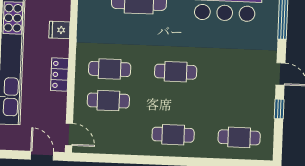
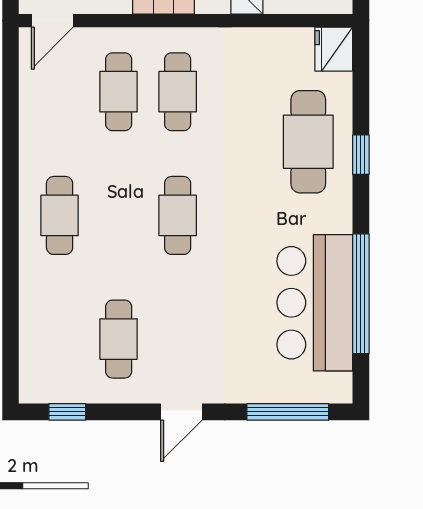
window: (279, 109) -> (67, 412), moved
cafe table: (239, 137) -> (119, 339), moved

